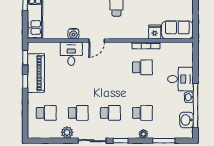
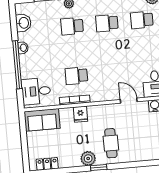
fridge: (155, 32) -> (80, 114), moved
door: (97, 41) -> (129, 101), hinge flipped
desk: (180, 79) -> (36, 91), moved
window: (196, 106) -> (17, 65), moved

